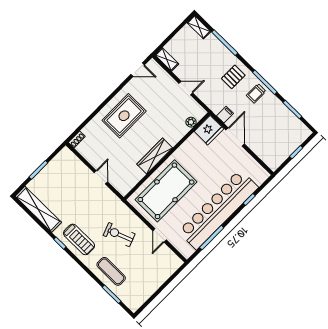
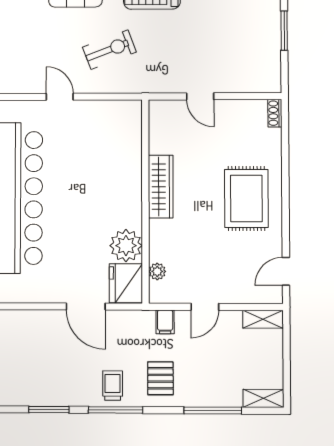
filing cabinet: (225, 115) -> (165, 322), moved
plant: (193, 146) -> (126, 246), added
pool table: (166, 191) -> (105, 158), removed

